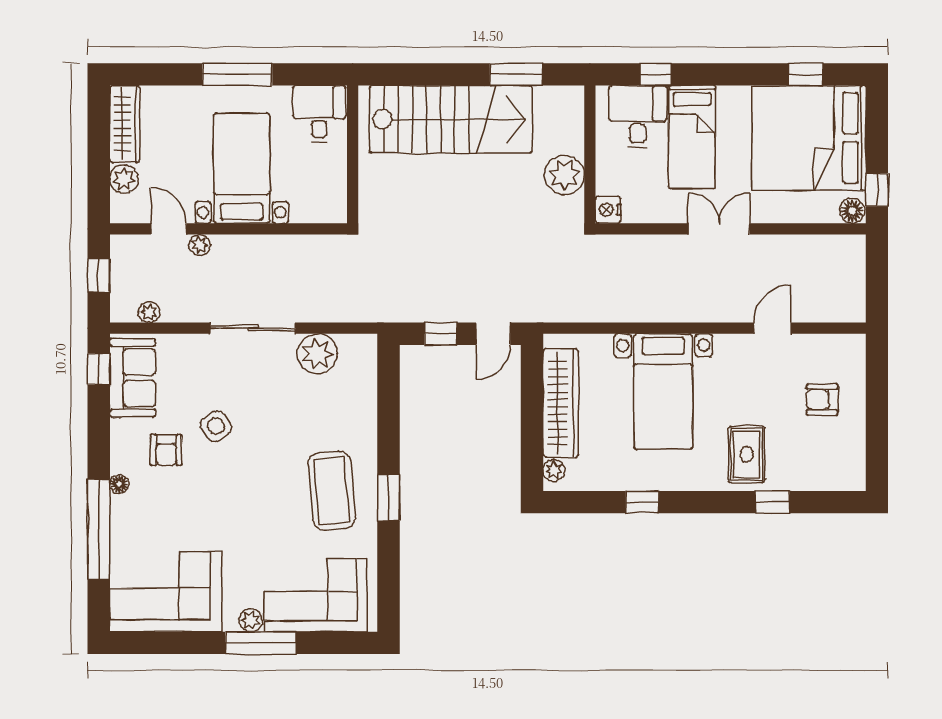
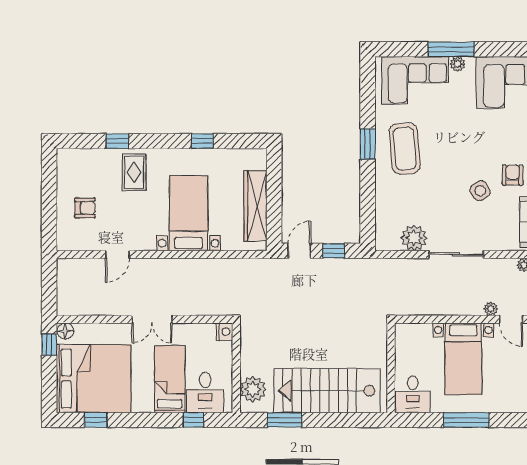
plant: (564, 175) -> (253, 389), moved
plant: (554, 470) -> (260, 162), removed

